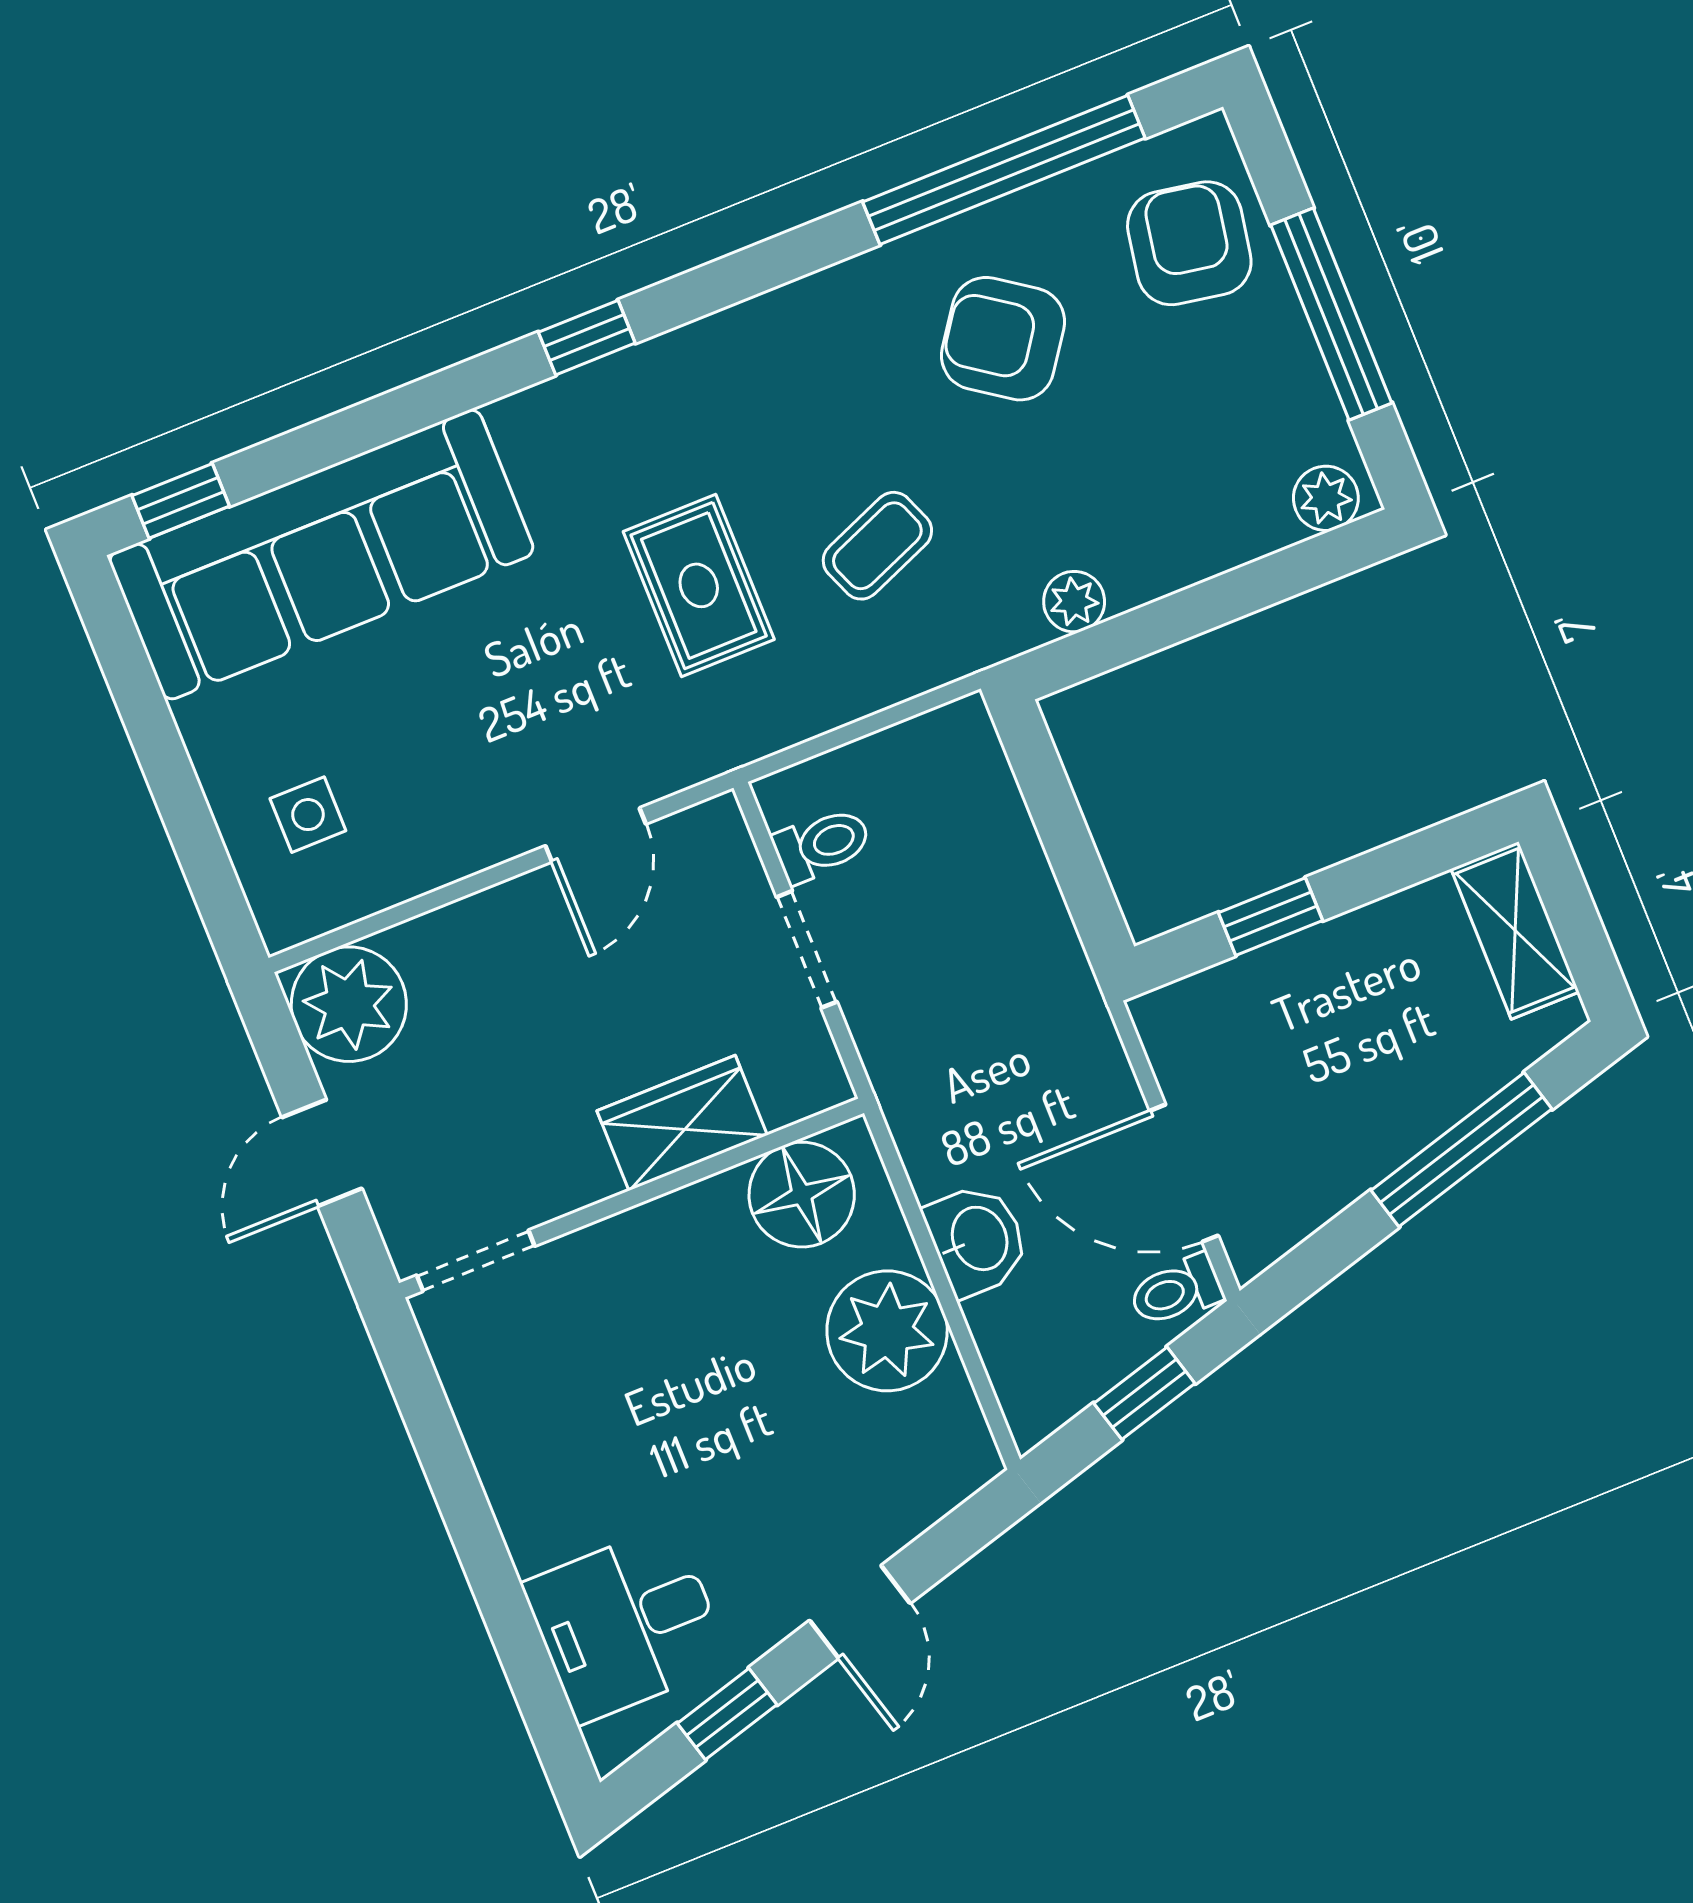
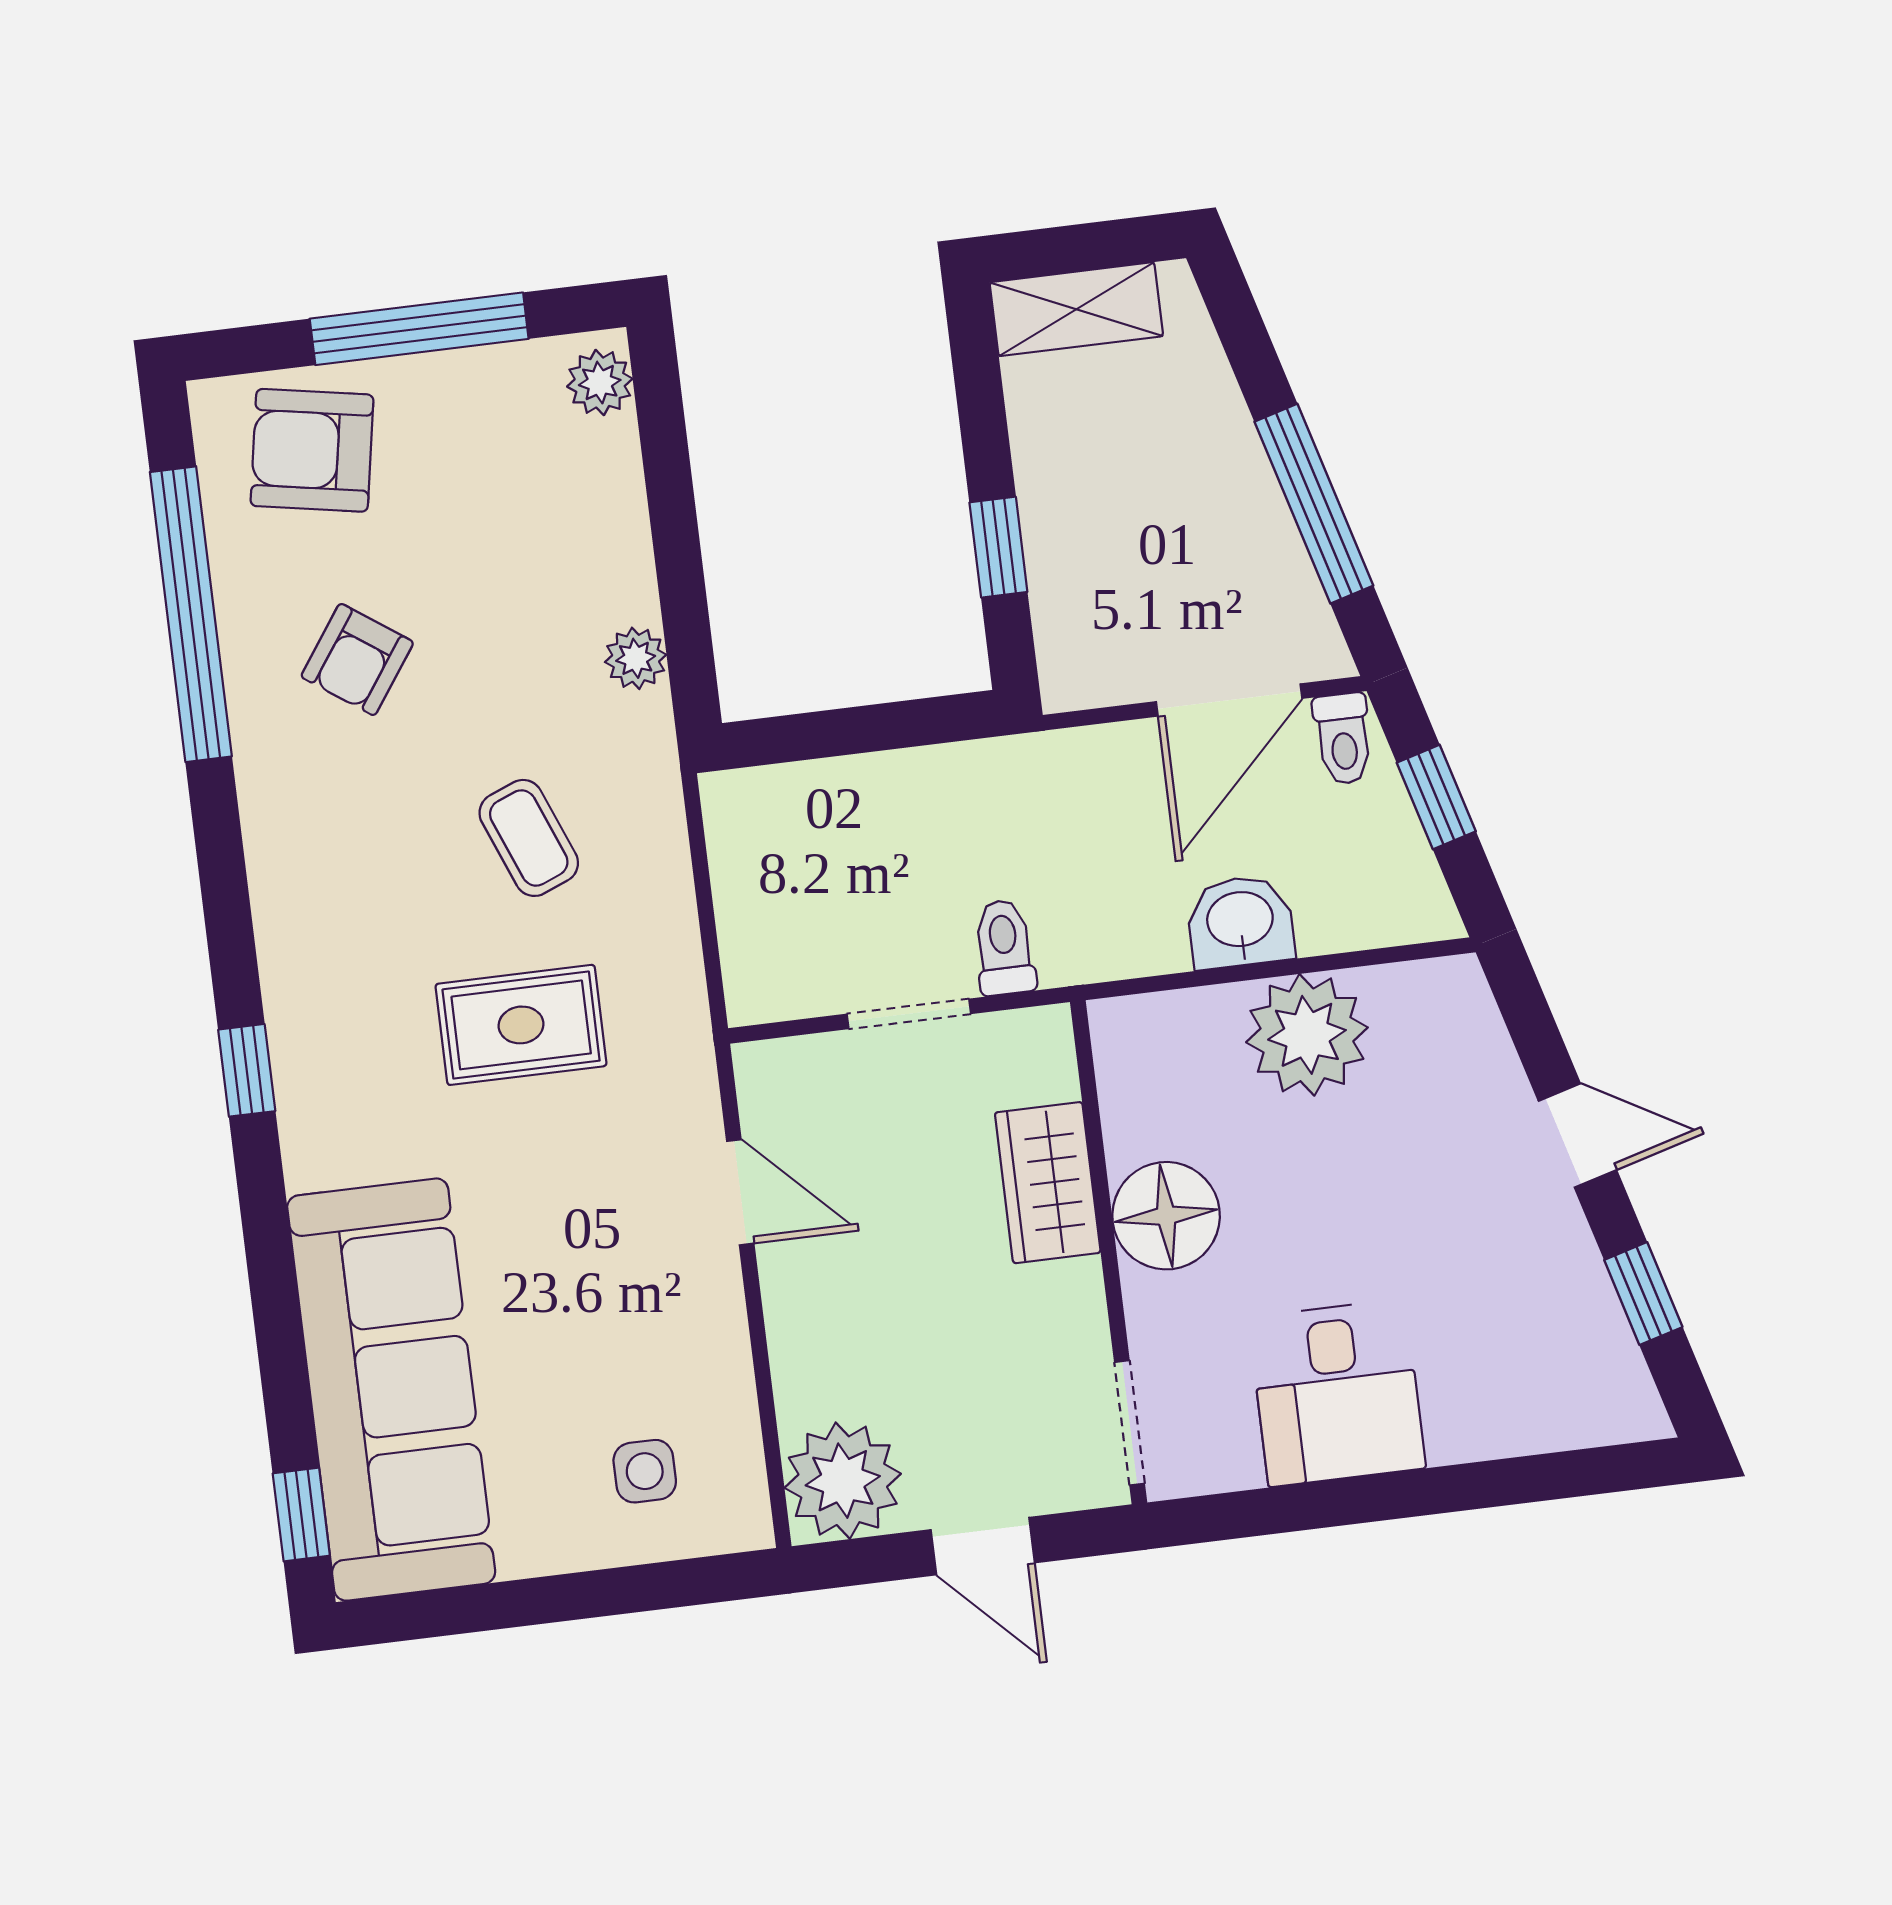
armchair: (1003, 339) -> (357, 659), width x0.72, depth x0.72
toilet: (822, 845) -> (1004, 947), moved
window: (1461, 1150) -> (1314, 504), moved
floor lamp: (802, 1195) -> (1166, 1216), moved
desk: (626, 1624) -> (1337, 1393), moved

